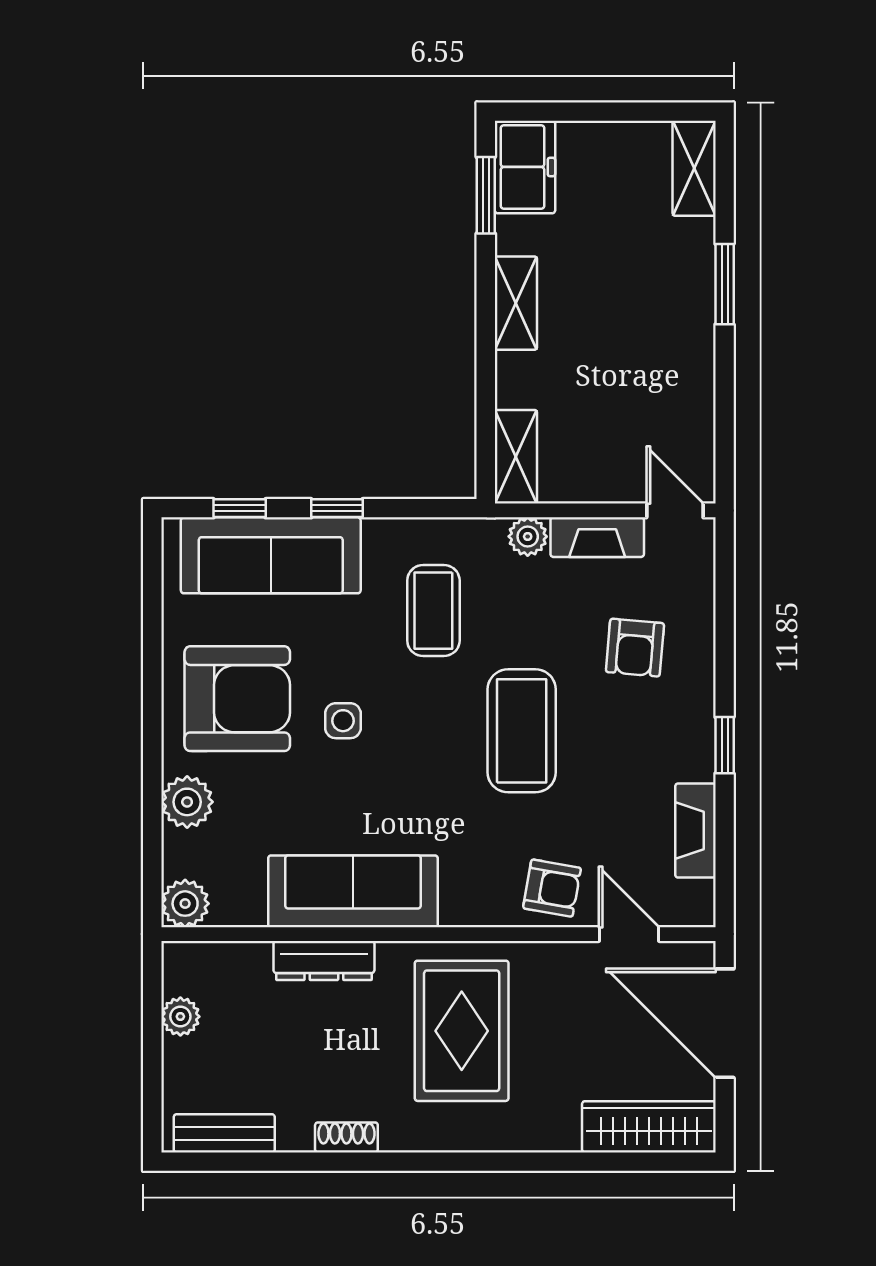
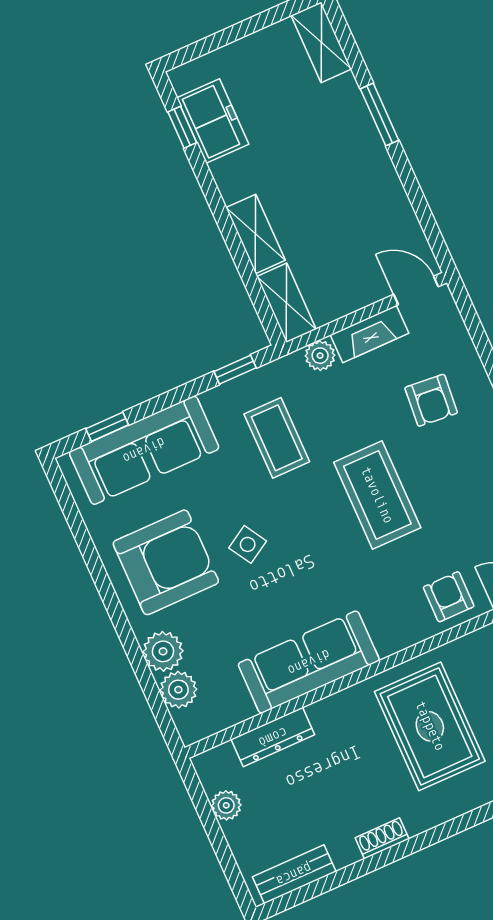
freezer: (525, 167) -> (213, 121), moved
window: (486, 195) -> (182, 127), width x0.67
shelving: (516, 303) -> (256, 234), moved
window: (337, 508) -> (235, 370), moved
side table: (343, 721) -> (248, 544), turned -31
armchair: (552, 888) -> (449, 597), turned -100
plant: (185, 904) -> (178, 690), moved
dresser: (324, 961) -> (273, 737), moved

